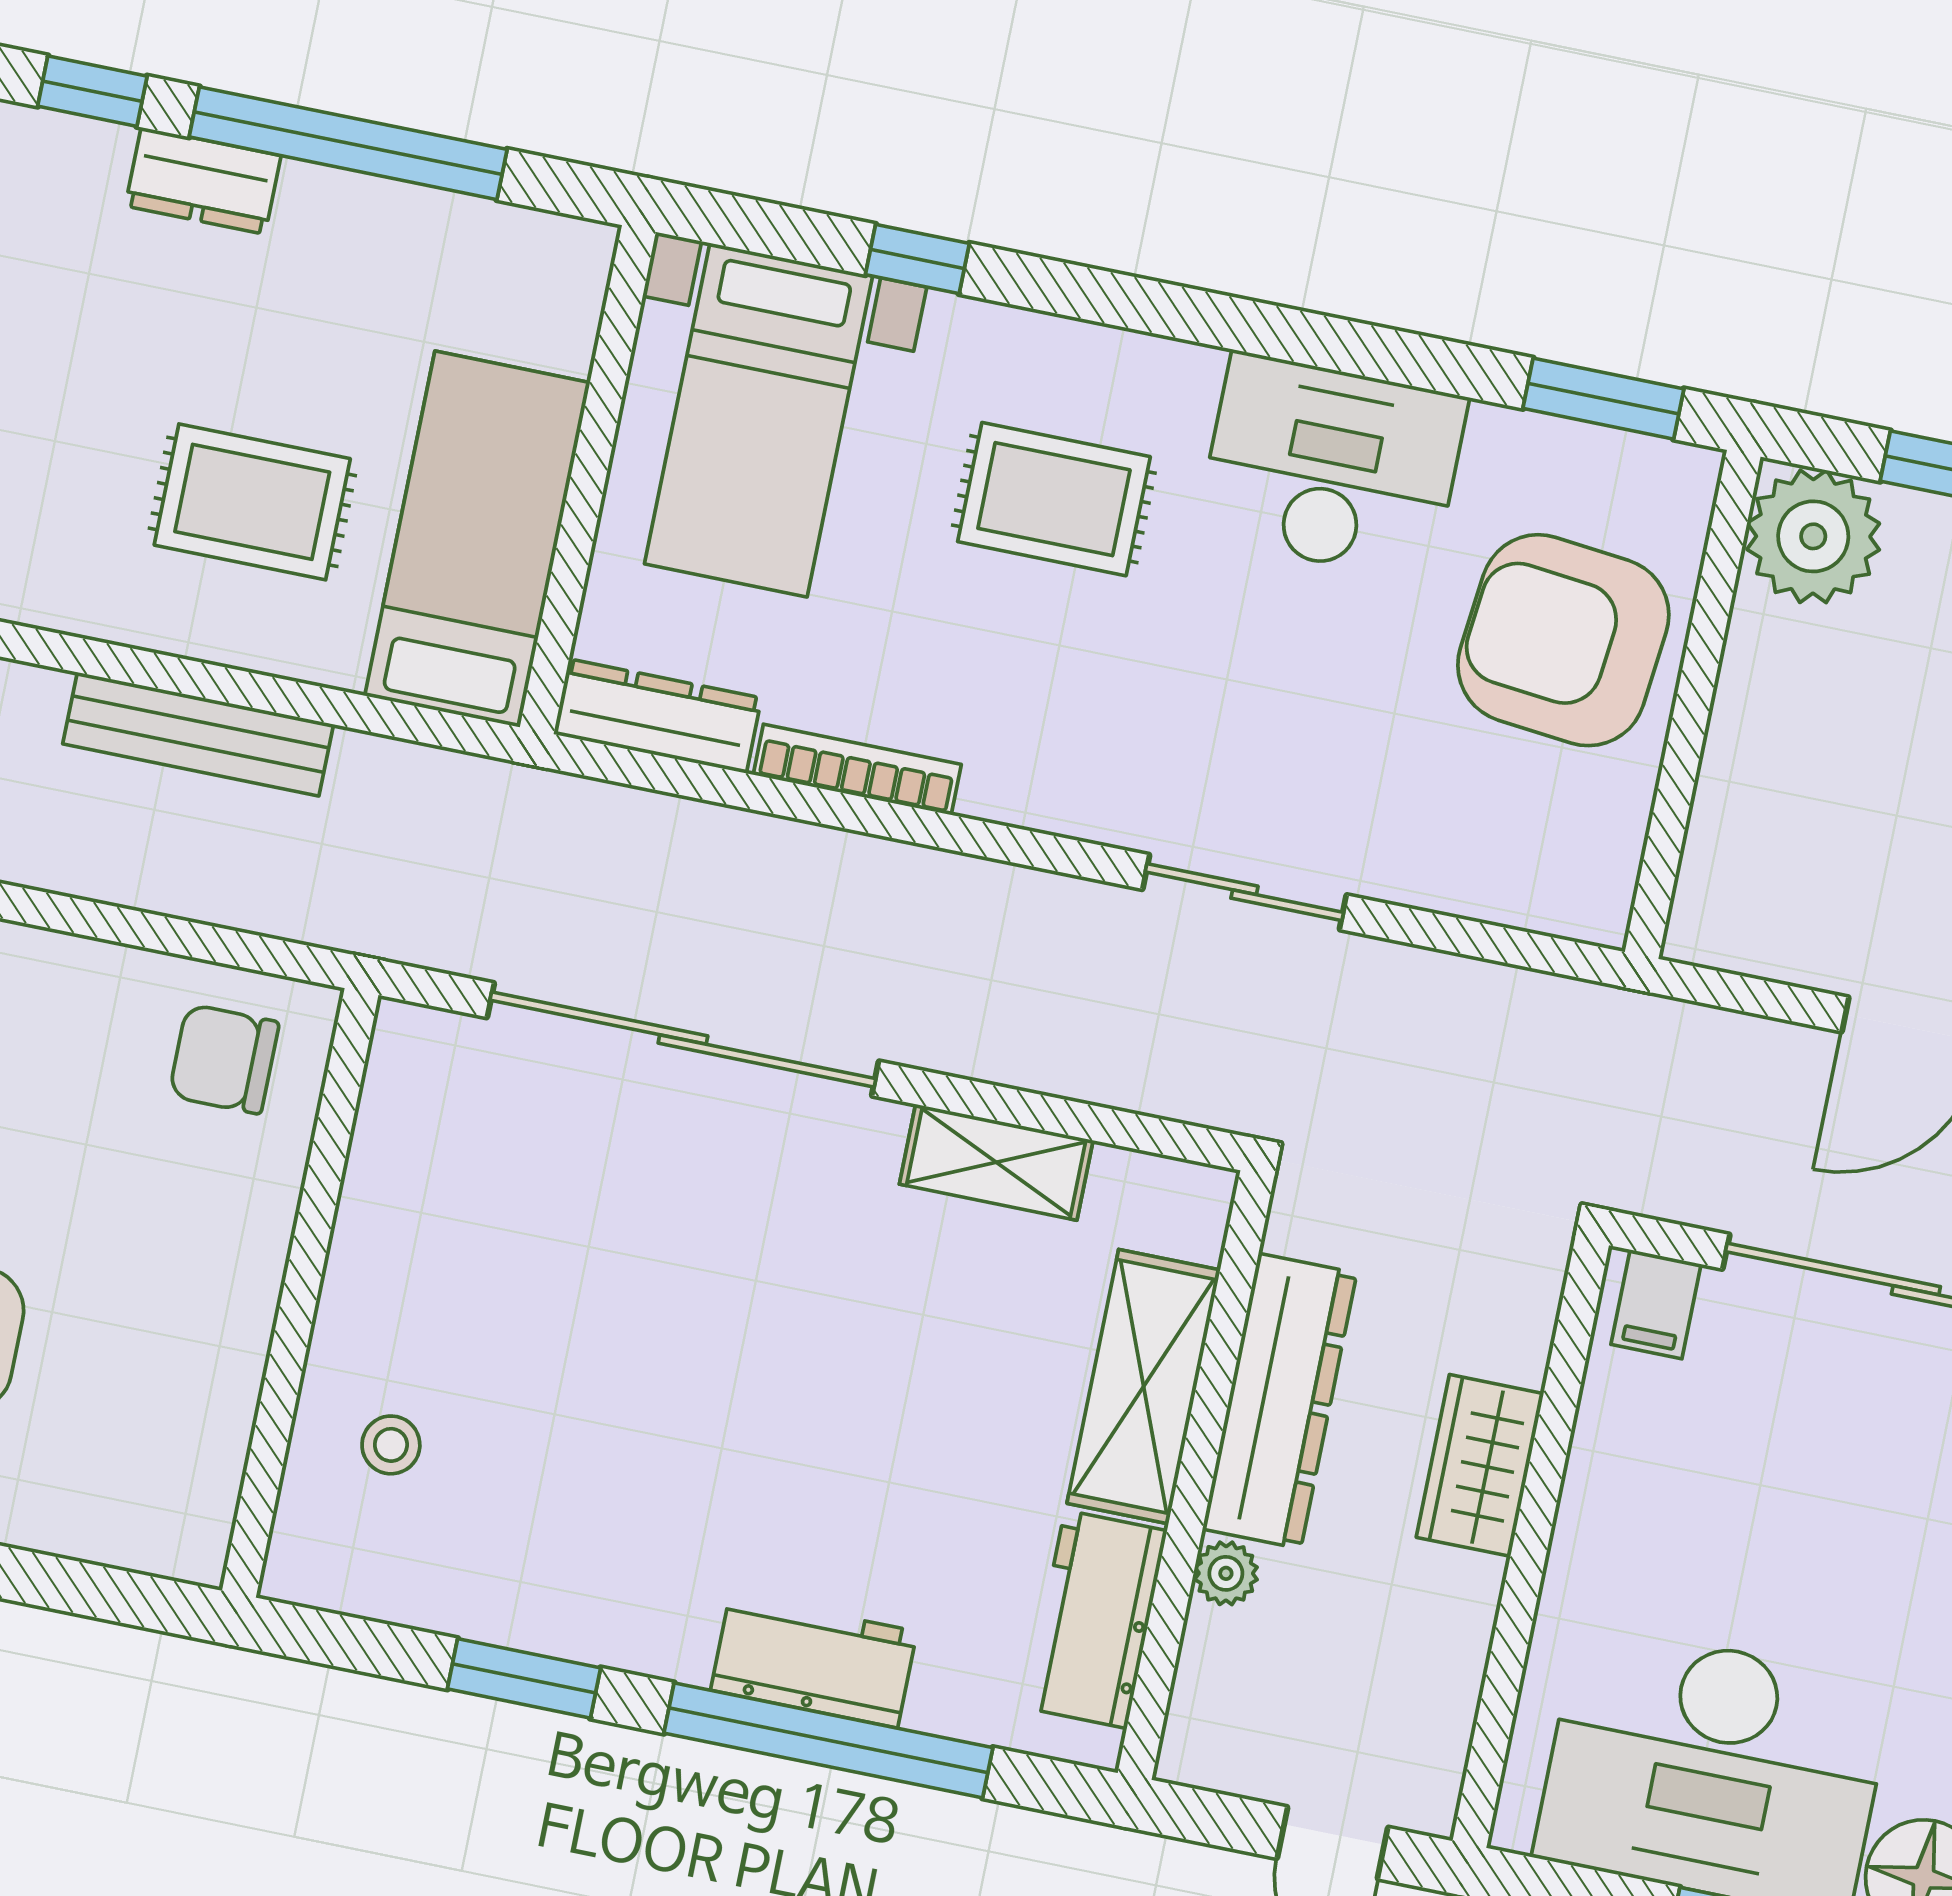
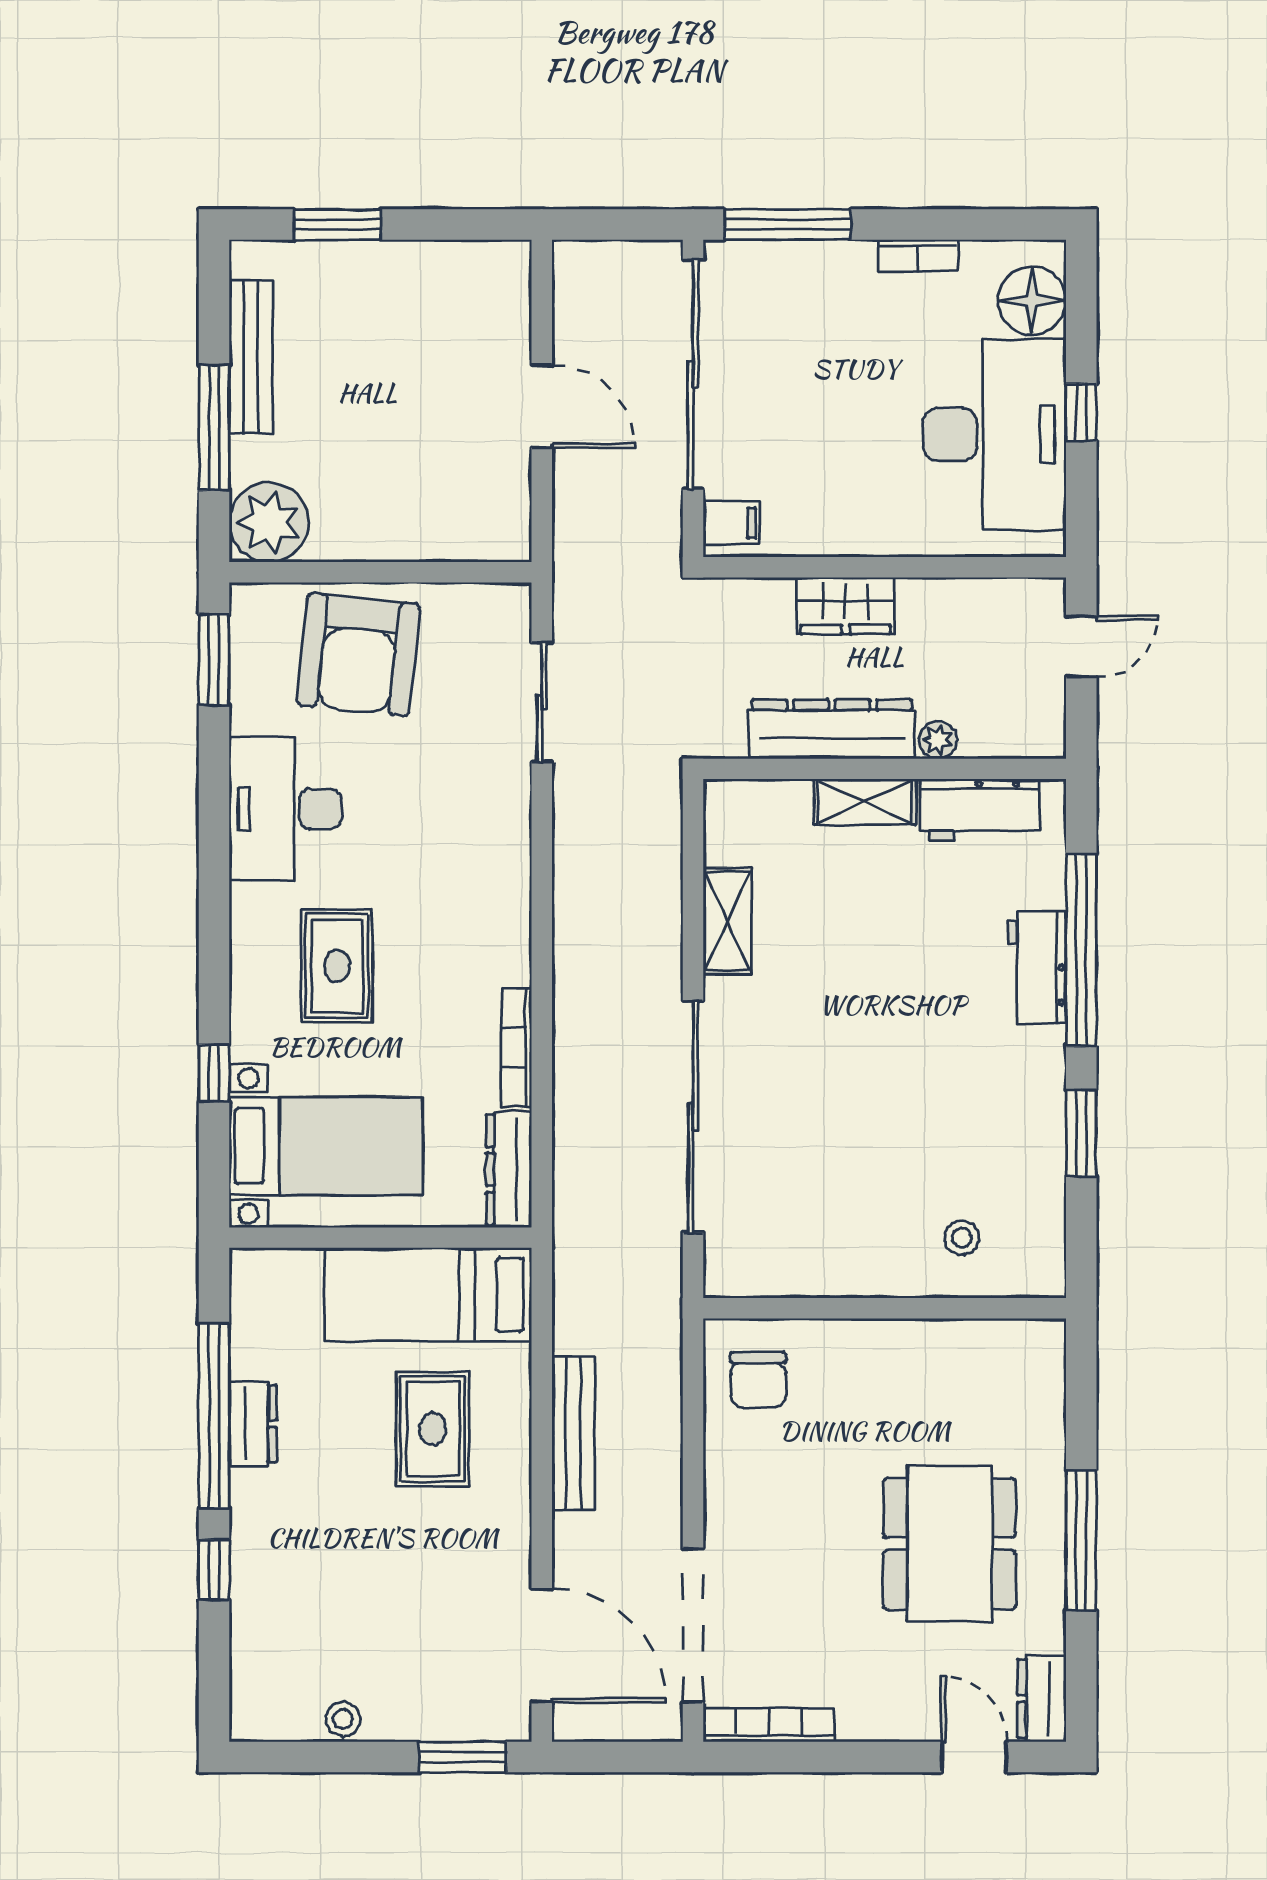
dresser: (203, 181) -> (253, 1424), moved
sliding door: (1244, 892) -> (542, 702), moved
shelving: (1144, 1387) -> (865, 802), width x0.67, depth x0.75

